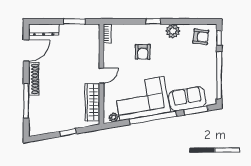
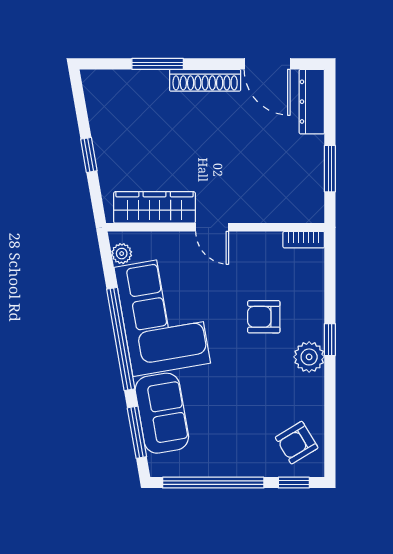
plant: (173, 31) -> (309, 357), moved
armchair: (201, 37) -> (297, 443), turned 53
window: (26, 101) -> (158, 64), width x0.69

